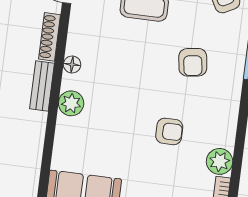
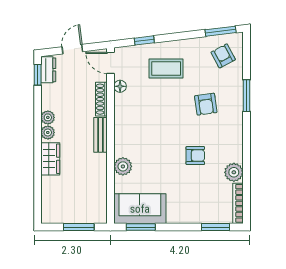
floor lamp: (72, 64) -> (120, 86), moved
plant: (71, 103) -> (123, 166), moved

